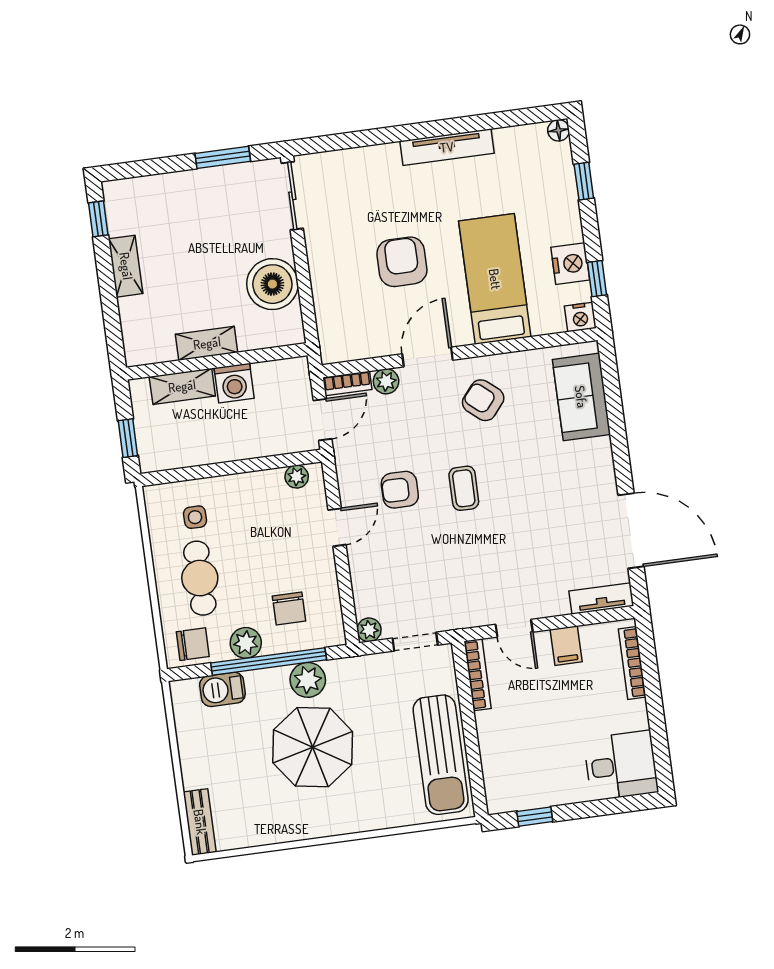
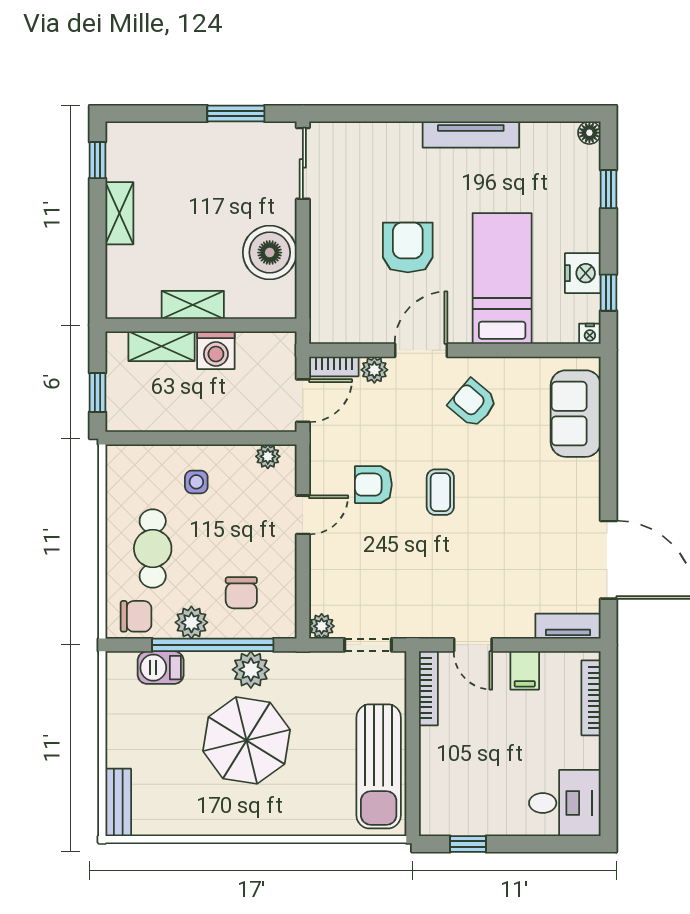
nightstand: (580, 317) -> (590, 334), width x0.72, depth x0.74
side table: (195, 517) -> (196, 482), moved

